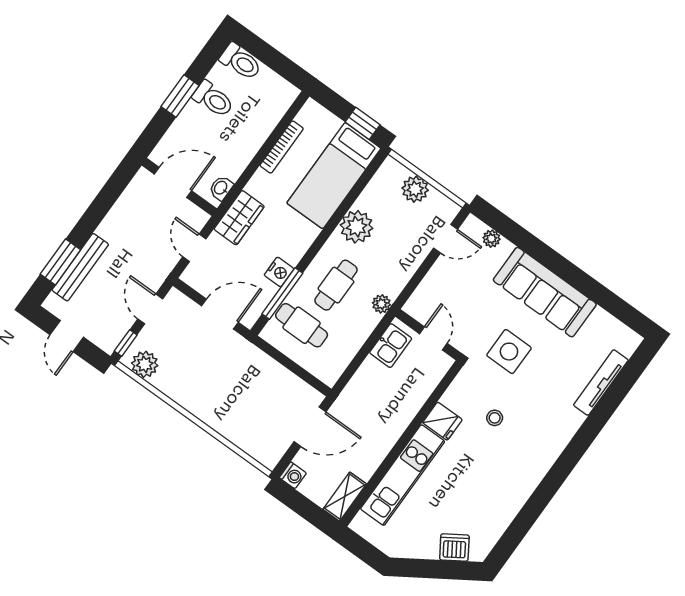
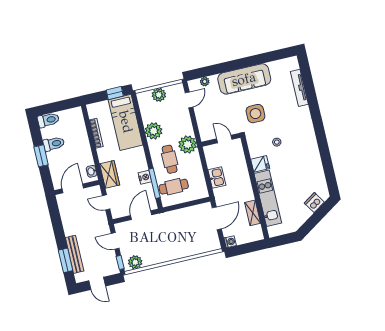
plant: (381, 304) -> (188, 145), width x1.88, depth x1.88
kitchen sink: (391, 346) -> (217, 177), moved
shelving: (345, 497) -> (253, 213), moved

